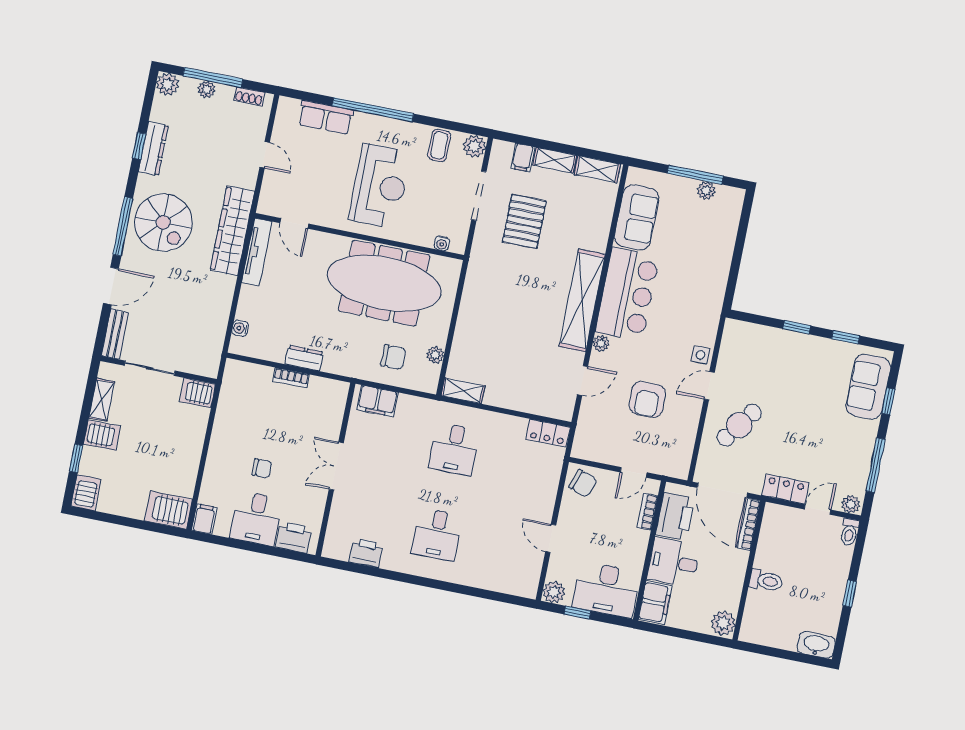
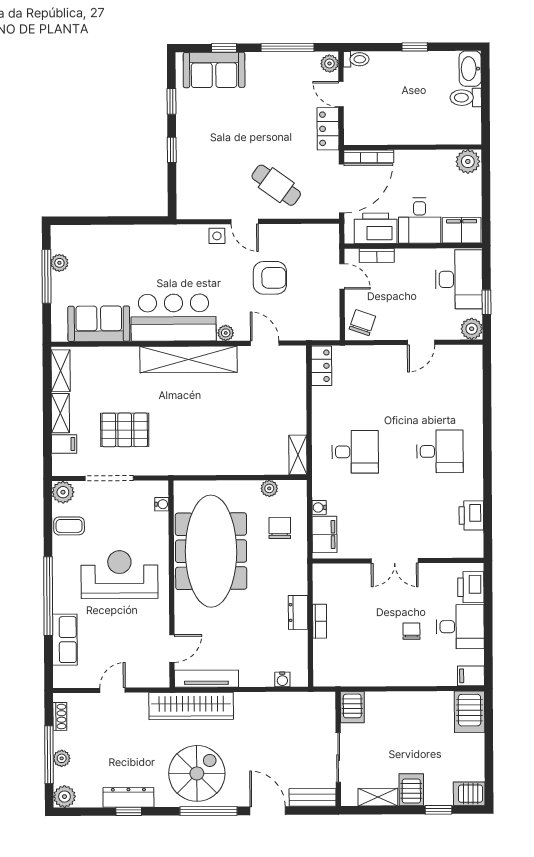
water cooler: (406, 401) -> (319, 507), added
toilet: (766, 581) -> (466, 98), moved, turned -90

